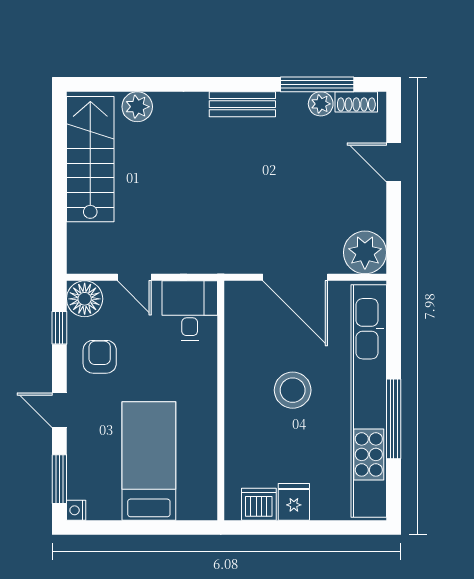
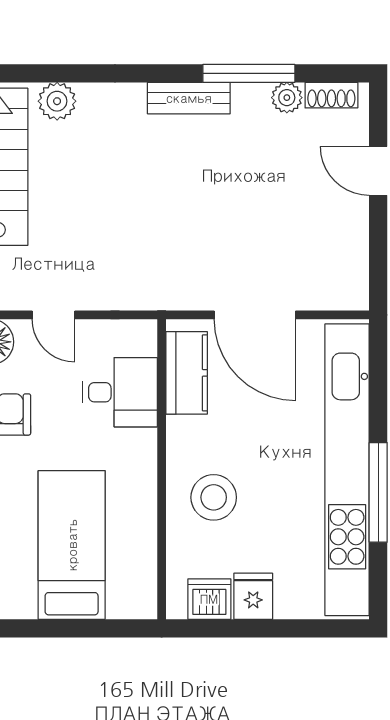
window: (317, 84) -> (249, 73), moved
plant: (365, 252) -> (342, 284), removed
desk: (190, 311) -> (120, 392), moved, turned 90
kitchen counter: (241, 324) -> (187, 373), added
stool: (293, 390) -> (214, 497), moved

